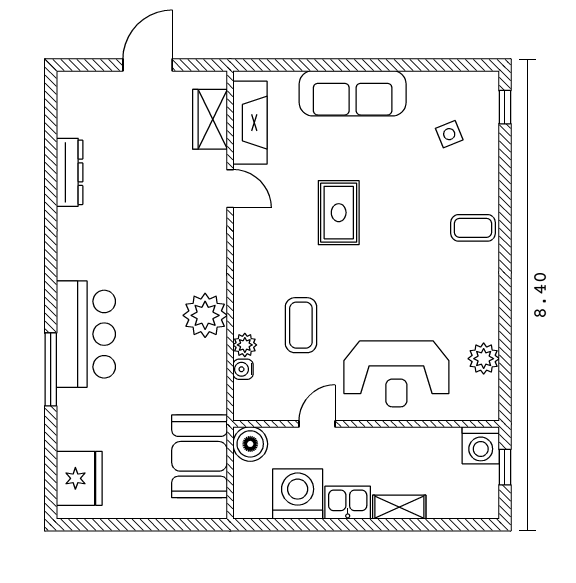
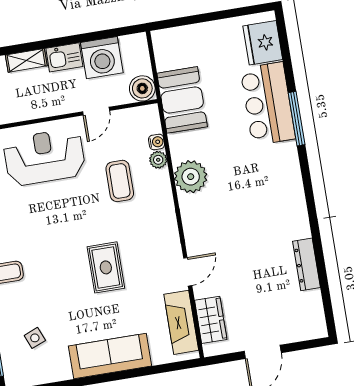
door: (230, 189) -> (188, 272), swing flipped
bar counter: (86, 334) -> (268, 104), moved
booth: (200, 456) -> (182, 100), moved

